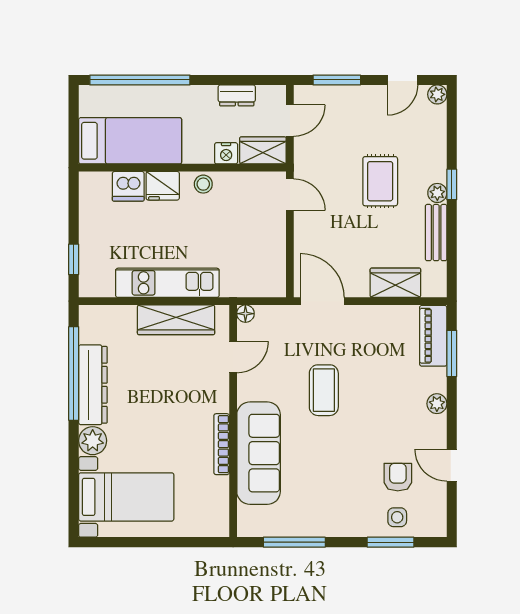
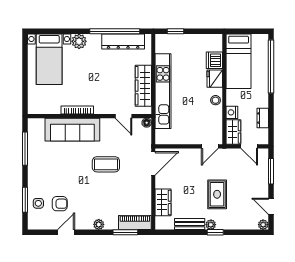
rug: (380, 181) -> (217, 194), turned 90
kitchen unit: (167, 283) -> (163, 91), width x1.36
dresser: (93, 385) -> (123, 41), moved

